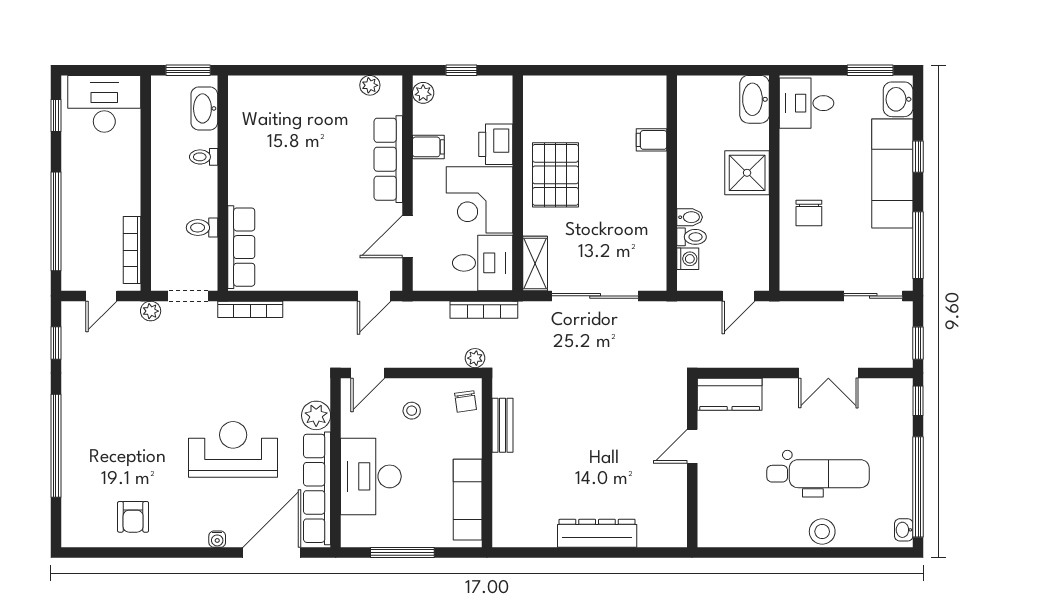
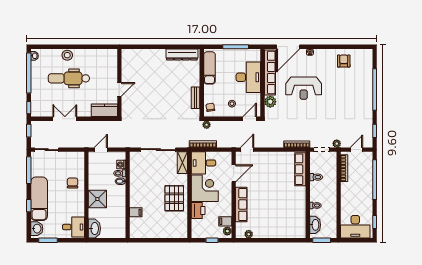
filing cabinet: (428, 147) -> (225, 221), moved
dresser: (597, 533) -> (182, 54), moved

